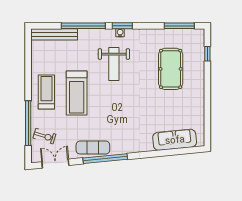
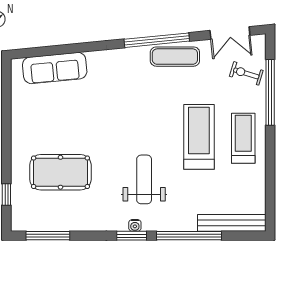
pool table: (171, 69) -> (60, 172), turned 90
treadmill: (46, 92) -> (243, 138), turned 180

